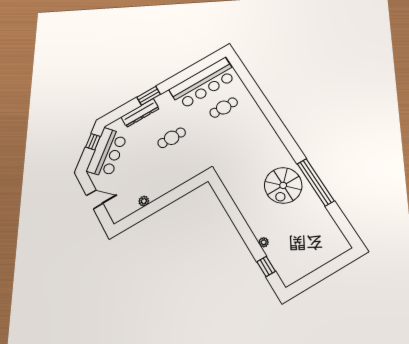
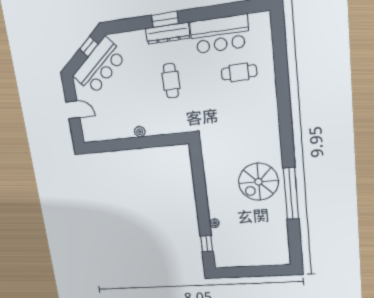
bar counter: (203, 83) -> (220, 34), width x0.73
dresser: (140, 113) -> (168, 33), moved
cafe table: (172, 138) -> (171, 81), turned 90
plant: (144, 201) -> (140, 132), moved

